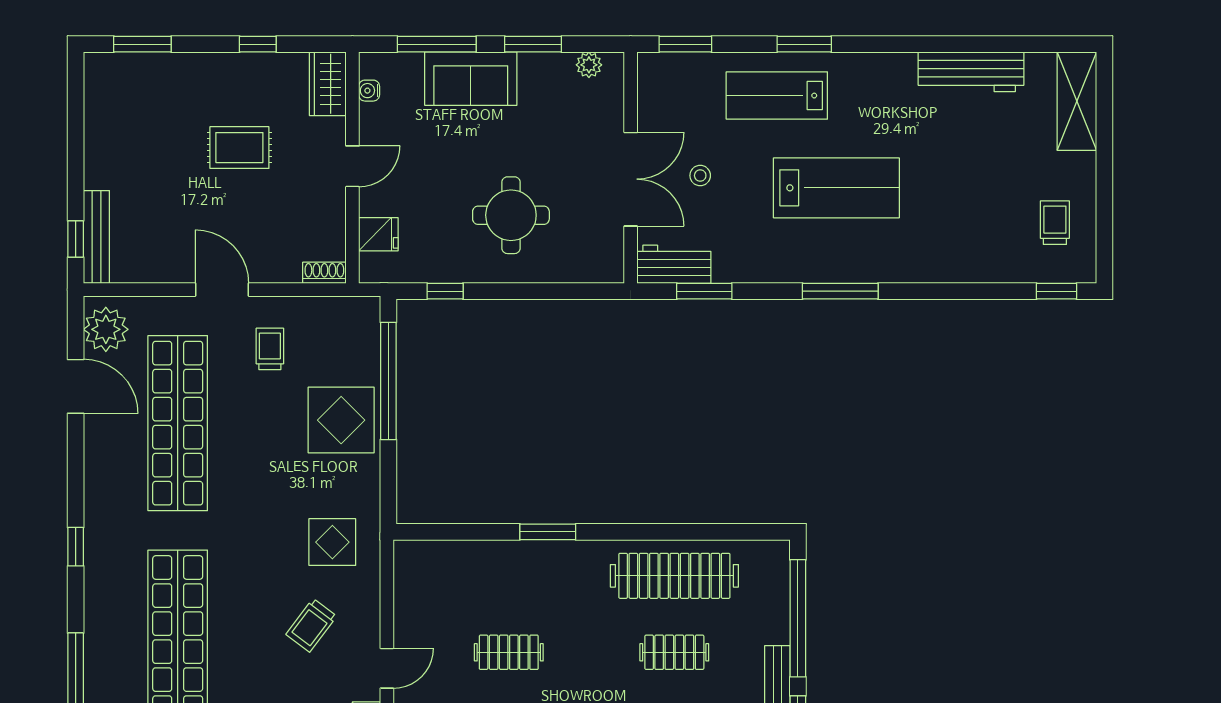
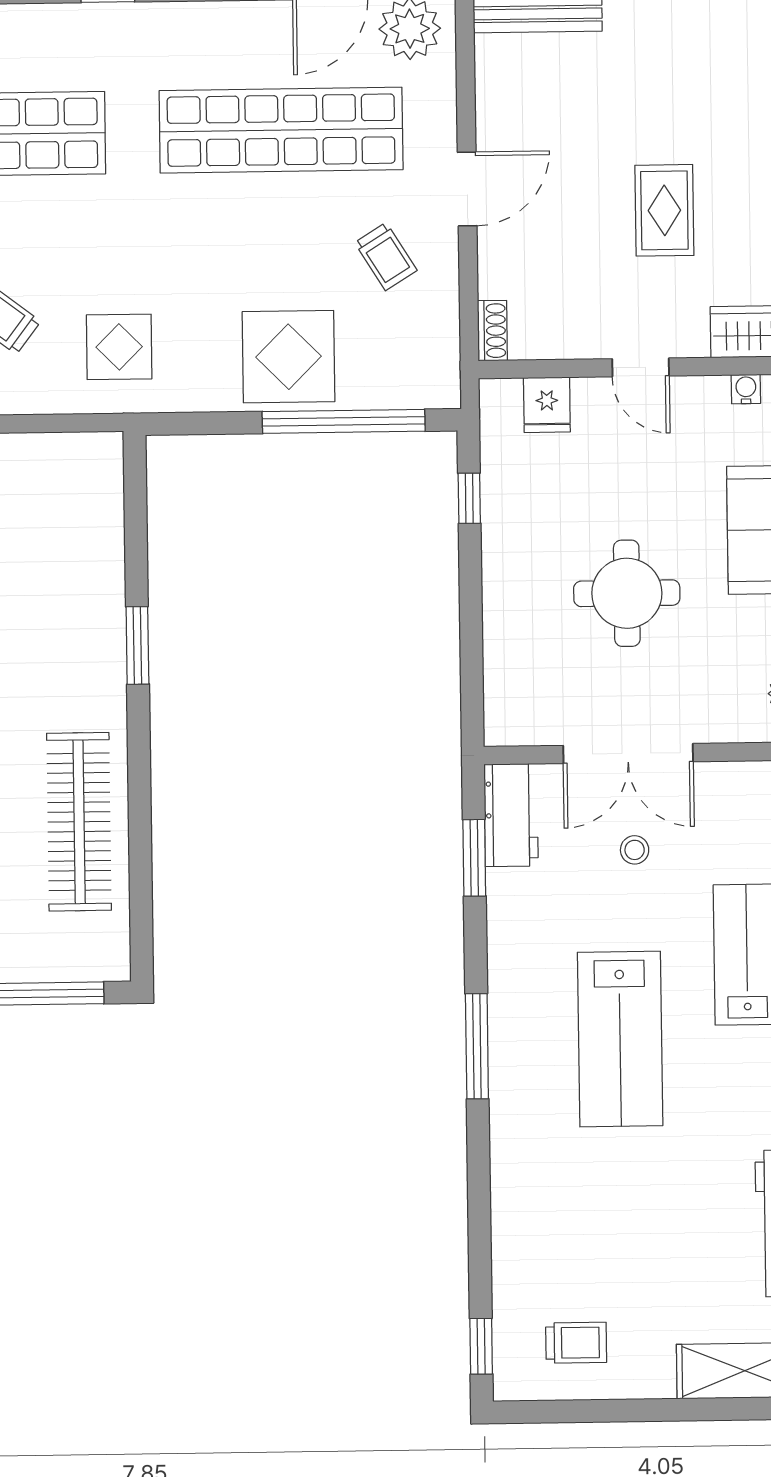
round table: (511, 215) -> (627, 593), moved
trolley: (270, 349) -> (386, 257), turned 58

